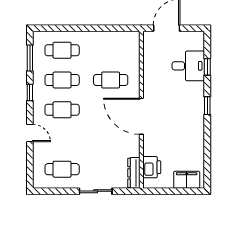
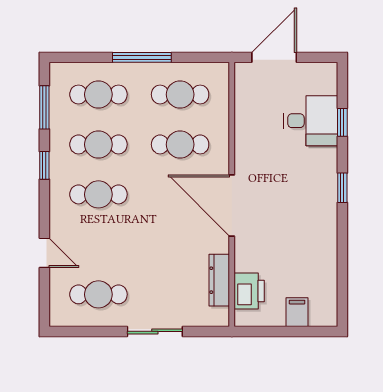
window: (88, 28) -> (142, 57), added
cafe table: (111, 50) -> (180, 94), added
door: (30, 133) -> (44, 253), moved
dresser: (134, 173) -> (219, 280), moved
filing cabinet: (187, 180) -> (297, 312), width x0.50

